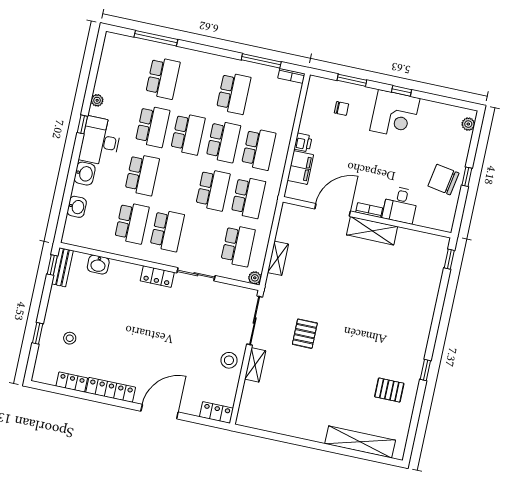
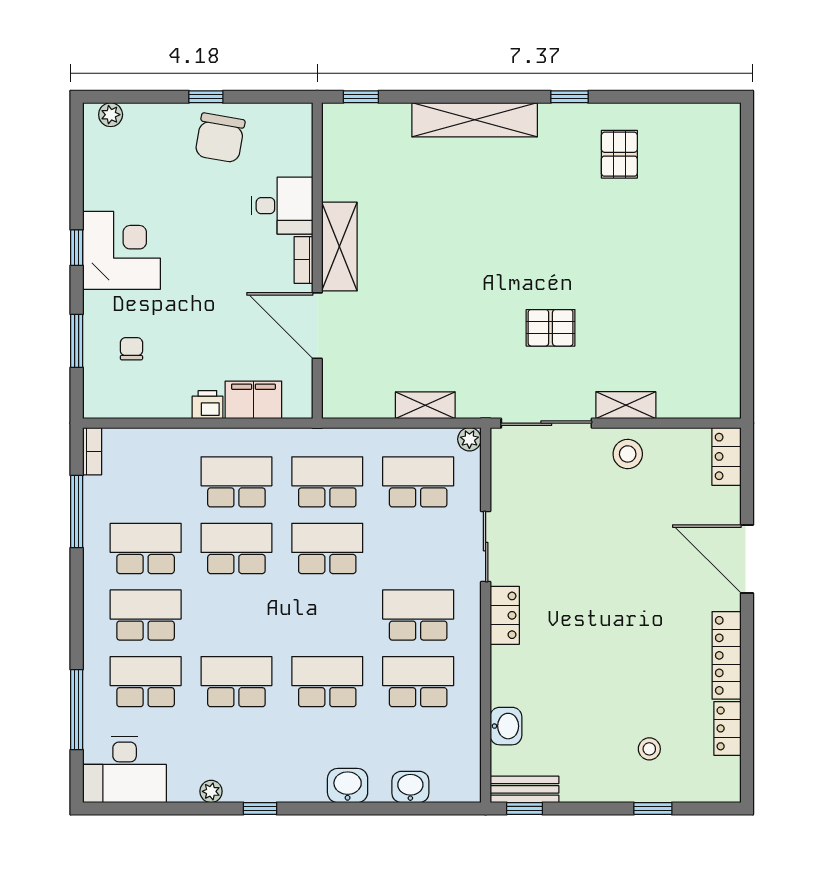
school desk: (188, 134) -> (146, 615), moved
desk: (100, 141) -> (125, 770), moved
shelving: (360, 442) -> (475, 120), moved, turned 90

